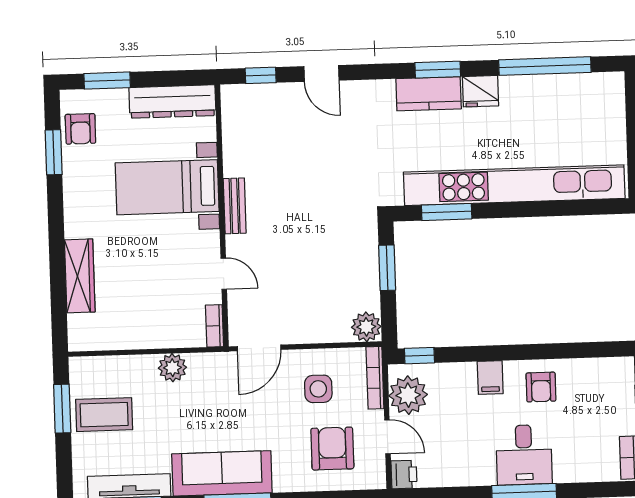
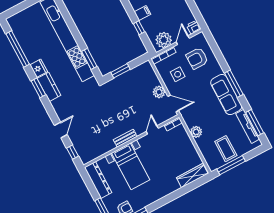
wardrobe: (80, 276) -> (192, 176), moved
plant: (366, 327) -> (159, 92), moved
window: (419, 356) -> (139, 28), moved
window: (62, 409) -> (231, 165), width x1.44

